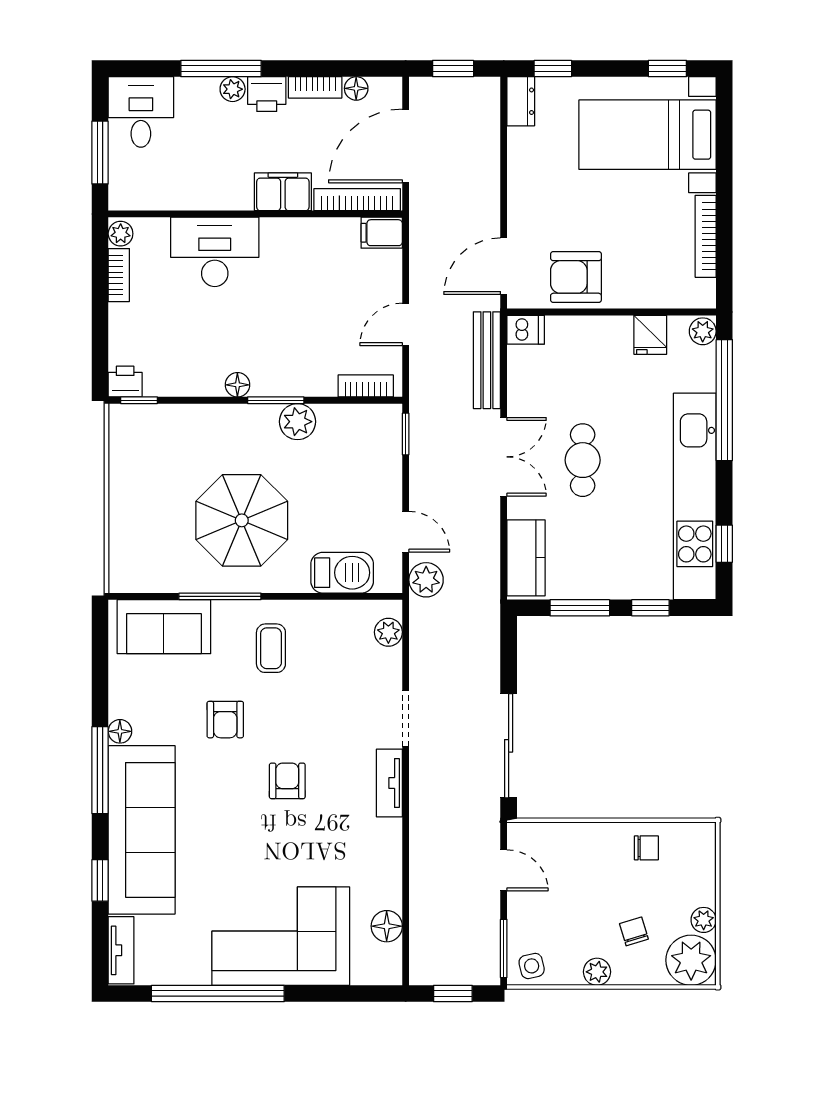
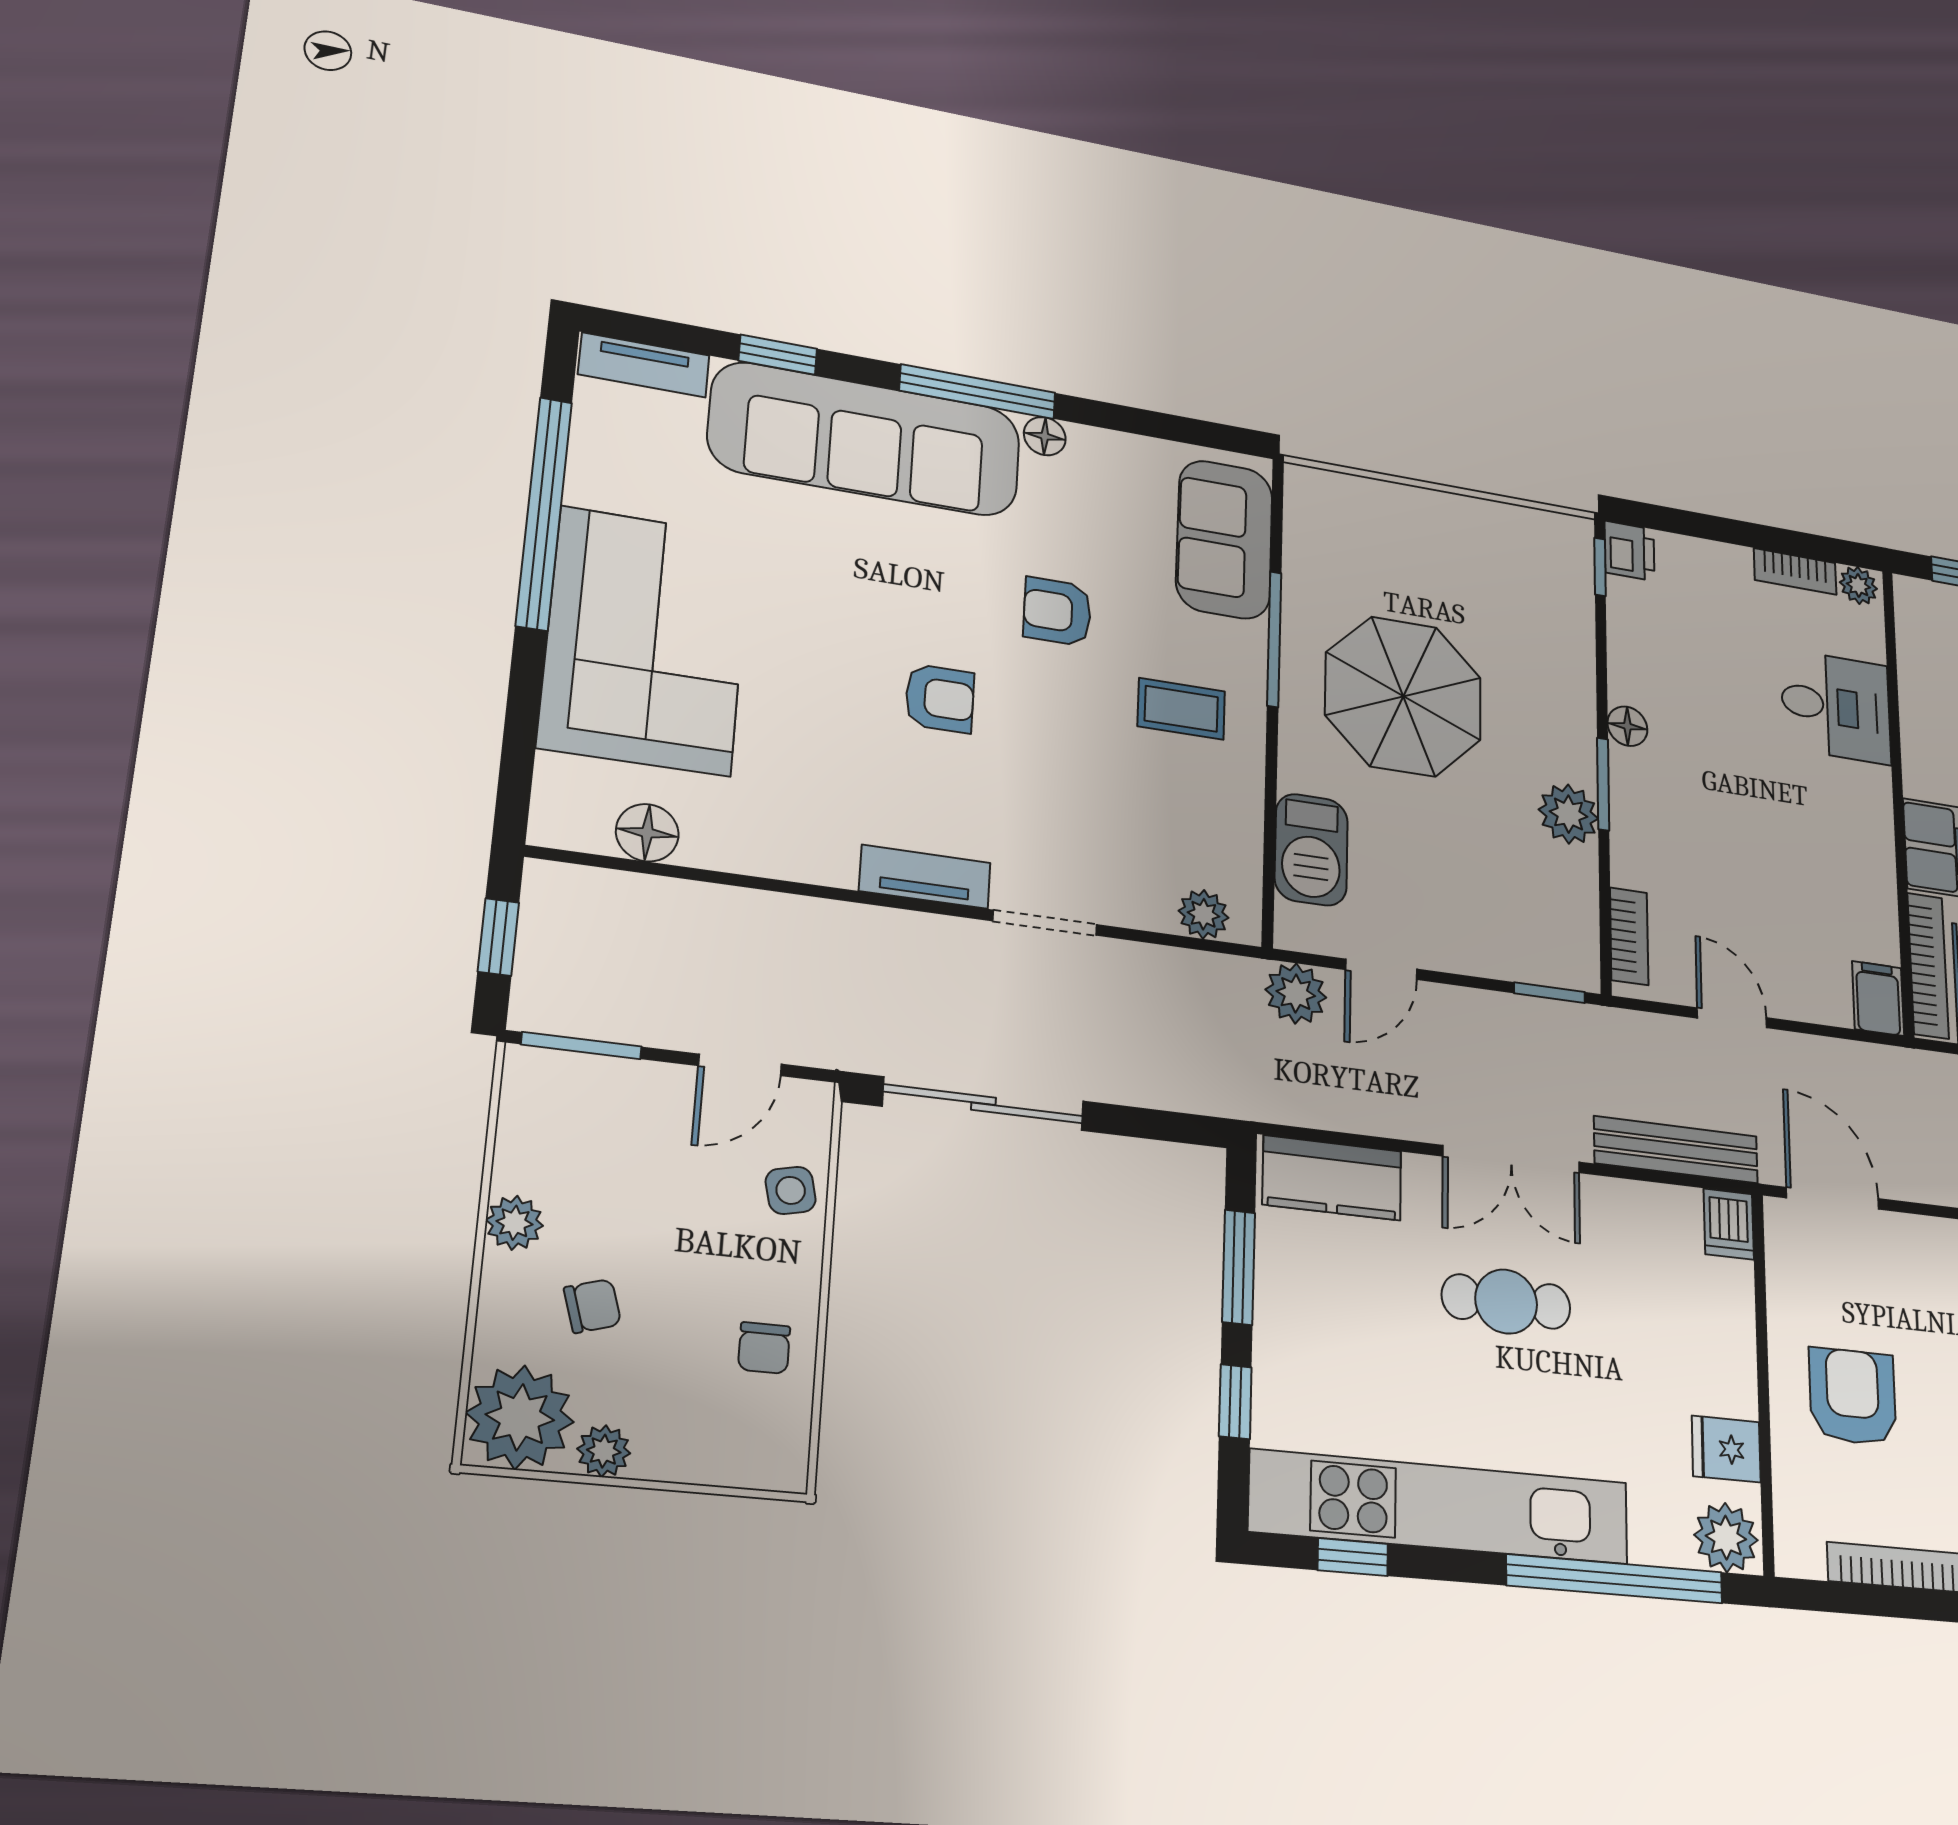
desk: (215, 252) -> (1836, 707), width x0.73
armchair: (576, 277) -> (1853, 1397), moved
plant: (703, 331) -> (1726, 1538), width x1.38, depth x1.38
side table: (532, 966) -> (791, 1190), moved

